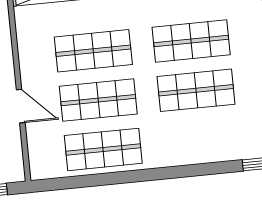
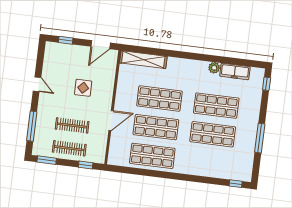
door: (21, 106) -> (111, 121), hinge flipped

